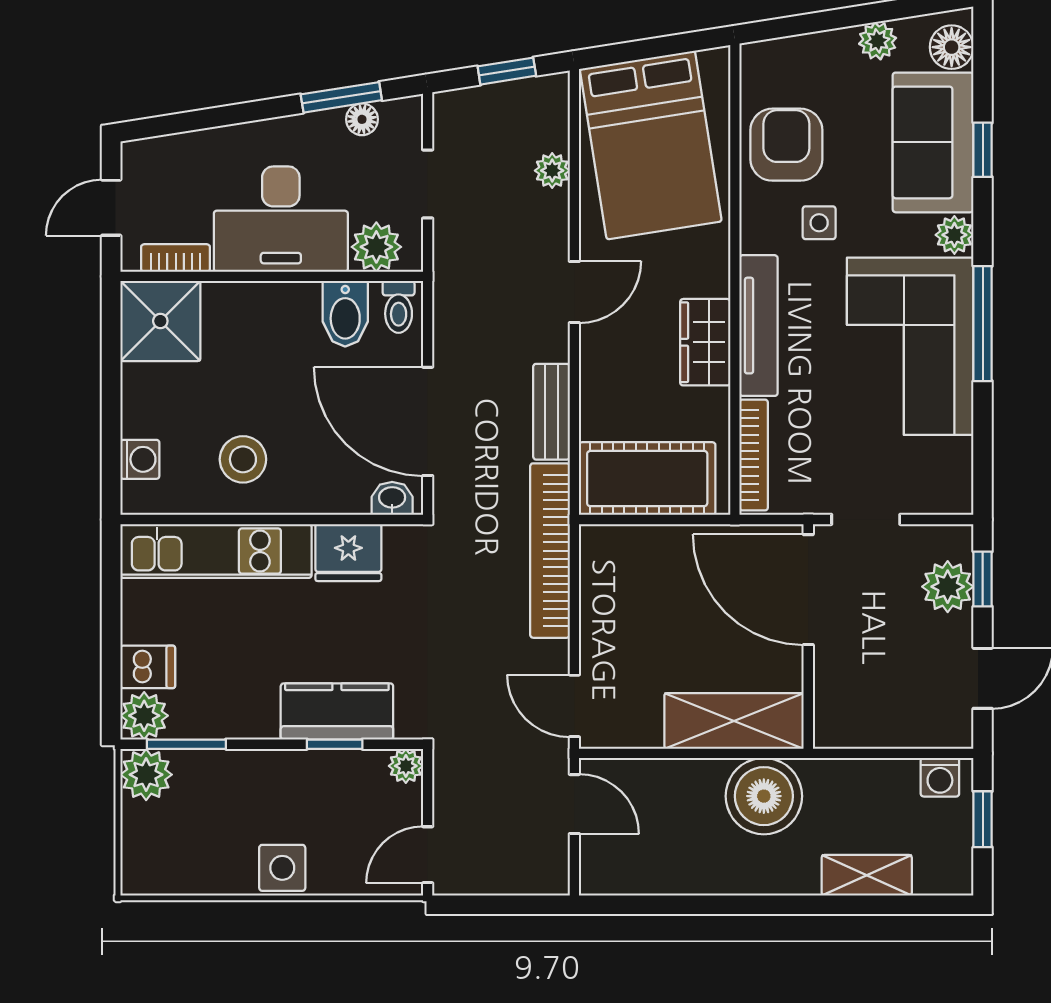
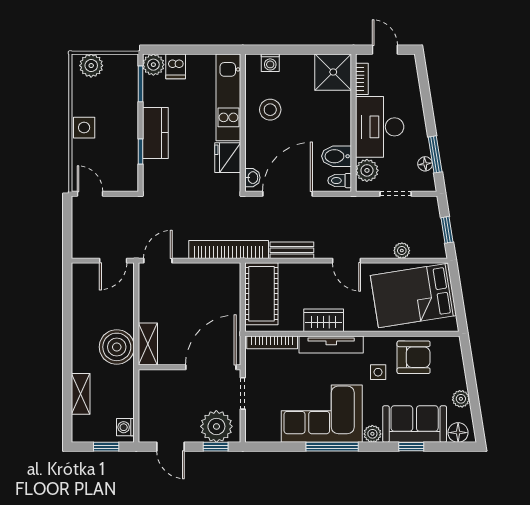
plant: (948, 587) -> (216, 426), width x1.36, depth x1.36
kitchen counter: (337, 711) -> (155, 133), moved
shelving: (734, 721) -> (148, 344), width x0.67, depth x0.75
plant: (406, 766) -> (131, 184), removed
plant: (146, 775) -> (91, 66), moved

